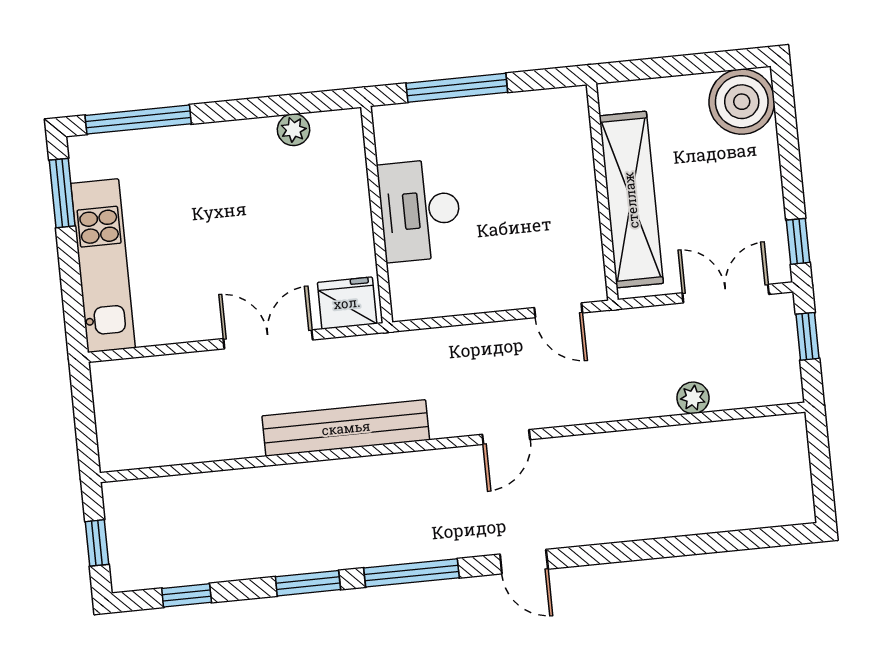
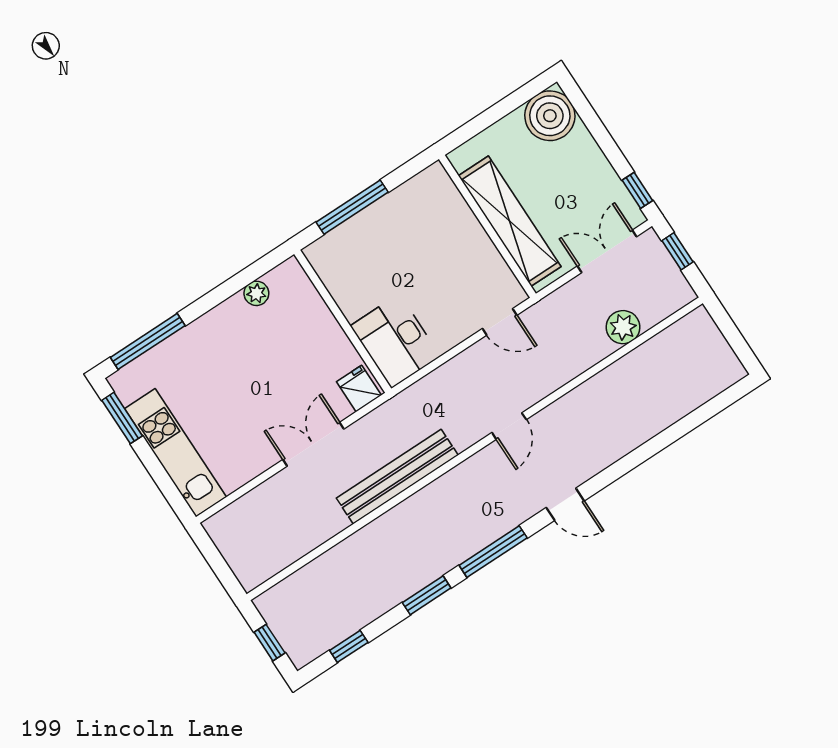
desk: (420, 210) -> (395, 341), moved
fridge: (347, 303) -> (359, 389), width x0.72
plant: (693, 398) -> (623, 327), width x1.38, depth x1.38

